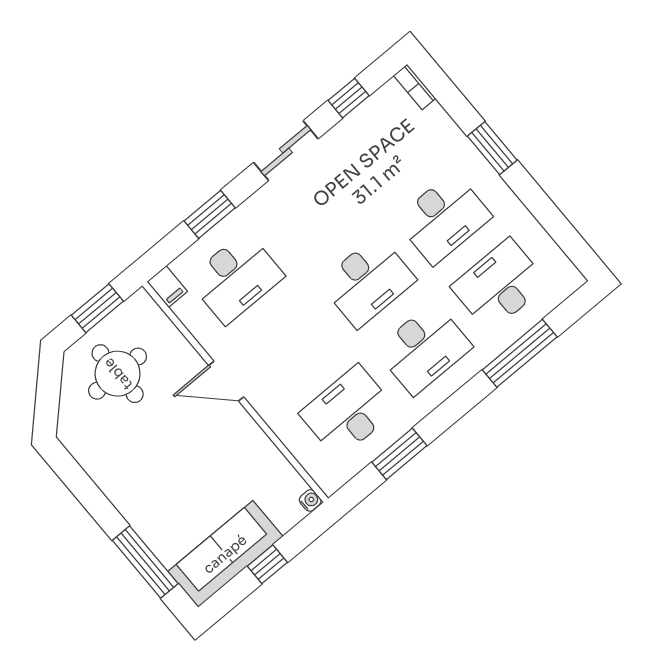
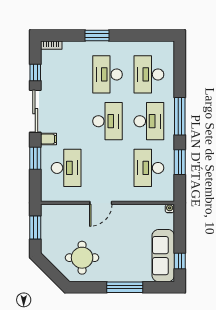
sliding door: (286, 151) -> (35, 111), width x1.37
desk: (443, 218) -> (108, 74), turned 180
filing cabinet: (167, 287) -> (49, 139), moved
window: (520, 353) -> (180, 116), moved
round table: (118, 374) -> (82, 258), moved
window: (145, 562) -> (125, 287), moved
window: (267, 564) -> (180, 261), moved

